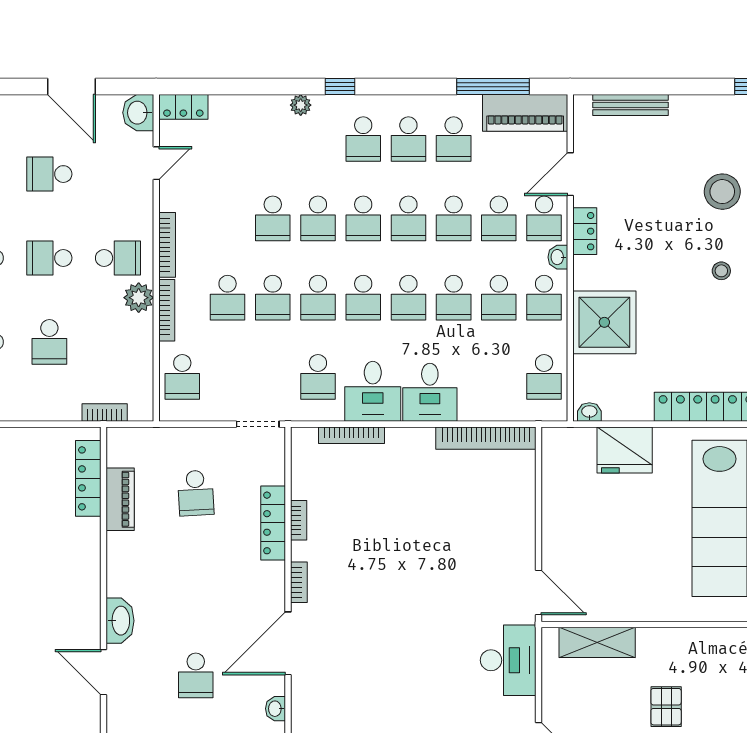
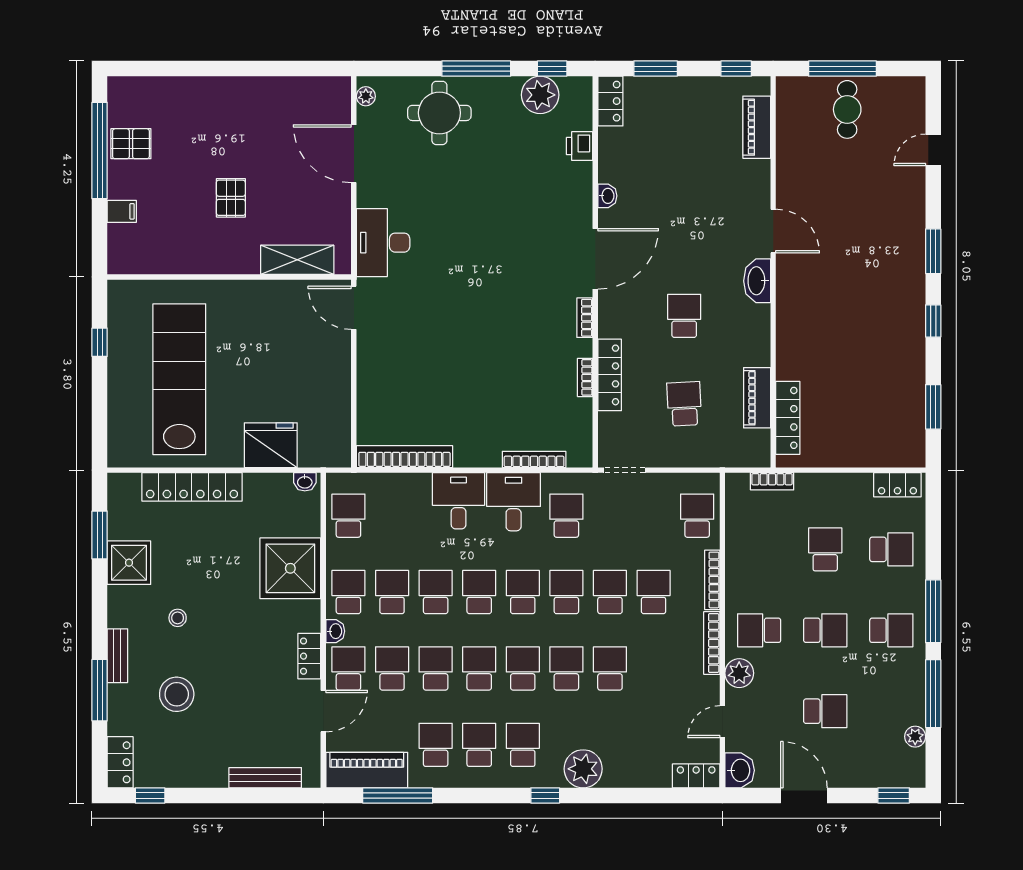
plant: (301, 105) -> (583, 769), width x1.88, depth x1.88
plant: (139, 298) -> (739, 673), moved
school desk: (196, 675) -> (684, 316), moved

